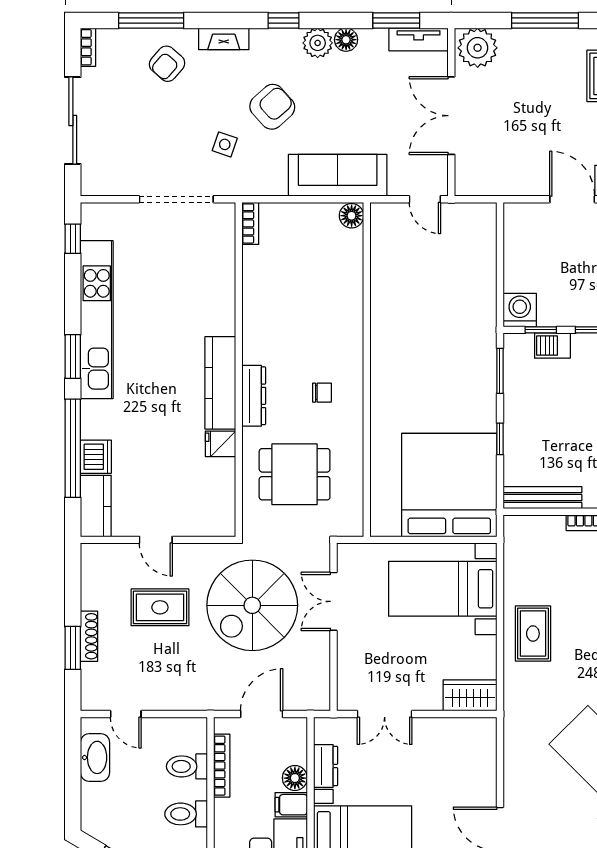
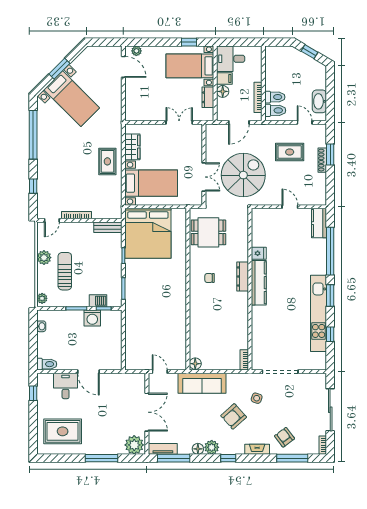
window: (396, 20) -> (174, 458), width x1.44
armchair: (167, 64) -> (285, 437), turned -78
window: (73, 239) -> (330, 334), moved
washing machine: (520, 310) -> (92, 318), moved
dishwasher: (96, 457) -> (319, 247), removed
dining table: (295, 474) -> (208, 232), moved
bench: (542, 498) -> (108, 227), width x0.73
rug: (160, 607) -> (290, 152), moved
wardrobe: (470, 695) -> (132, 147), moved, turned -90
toilet: (186, 814) -> (275, 110), moved

